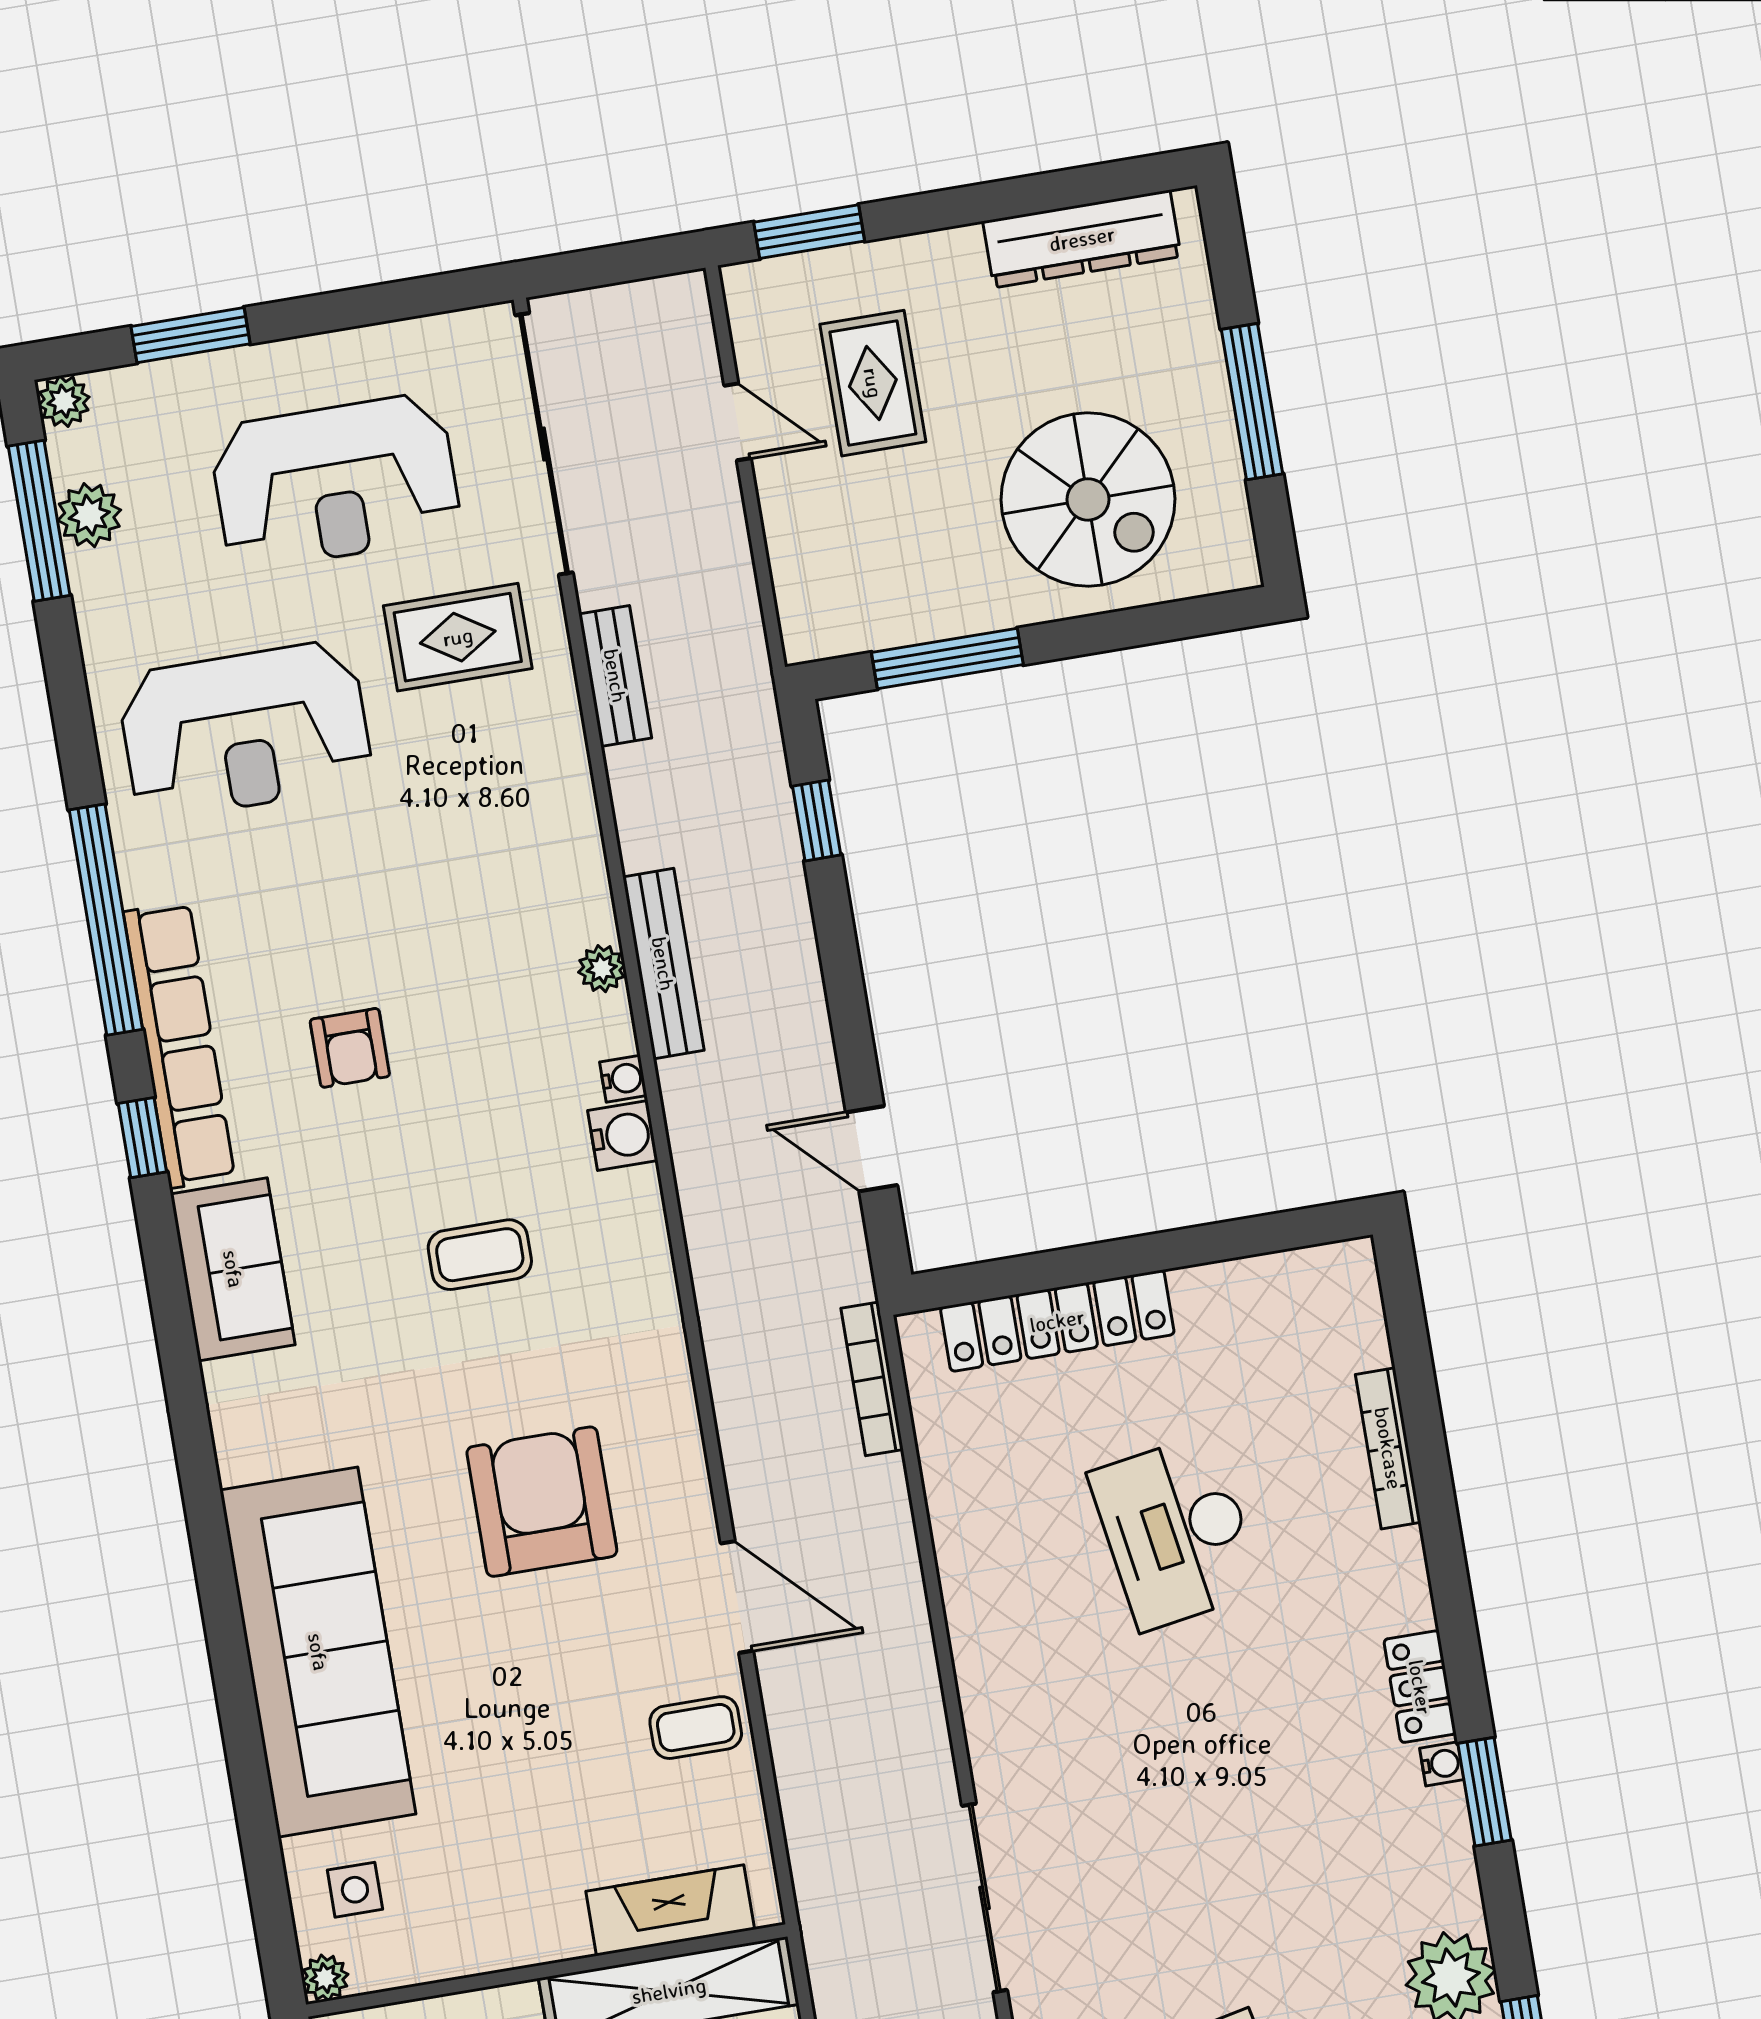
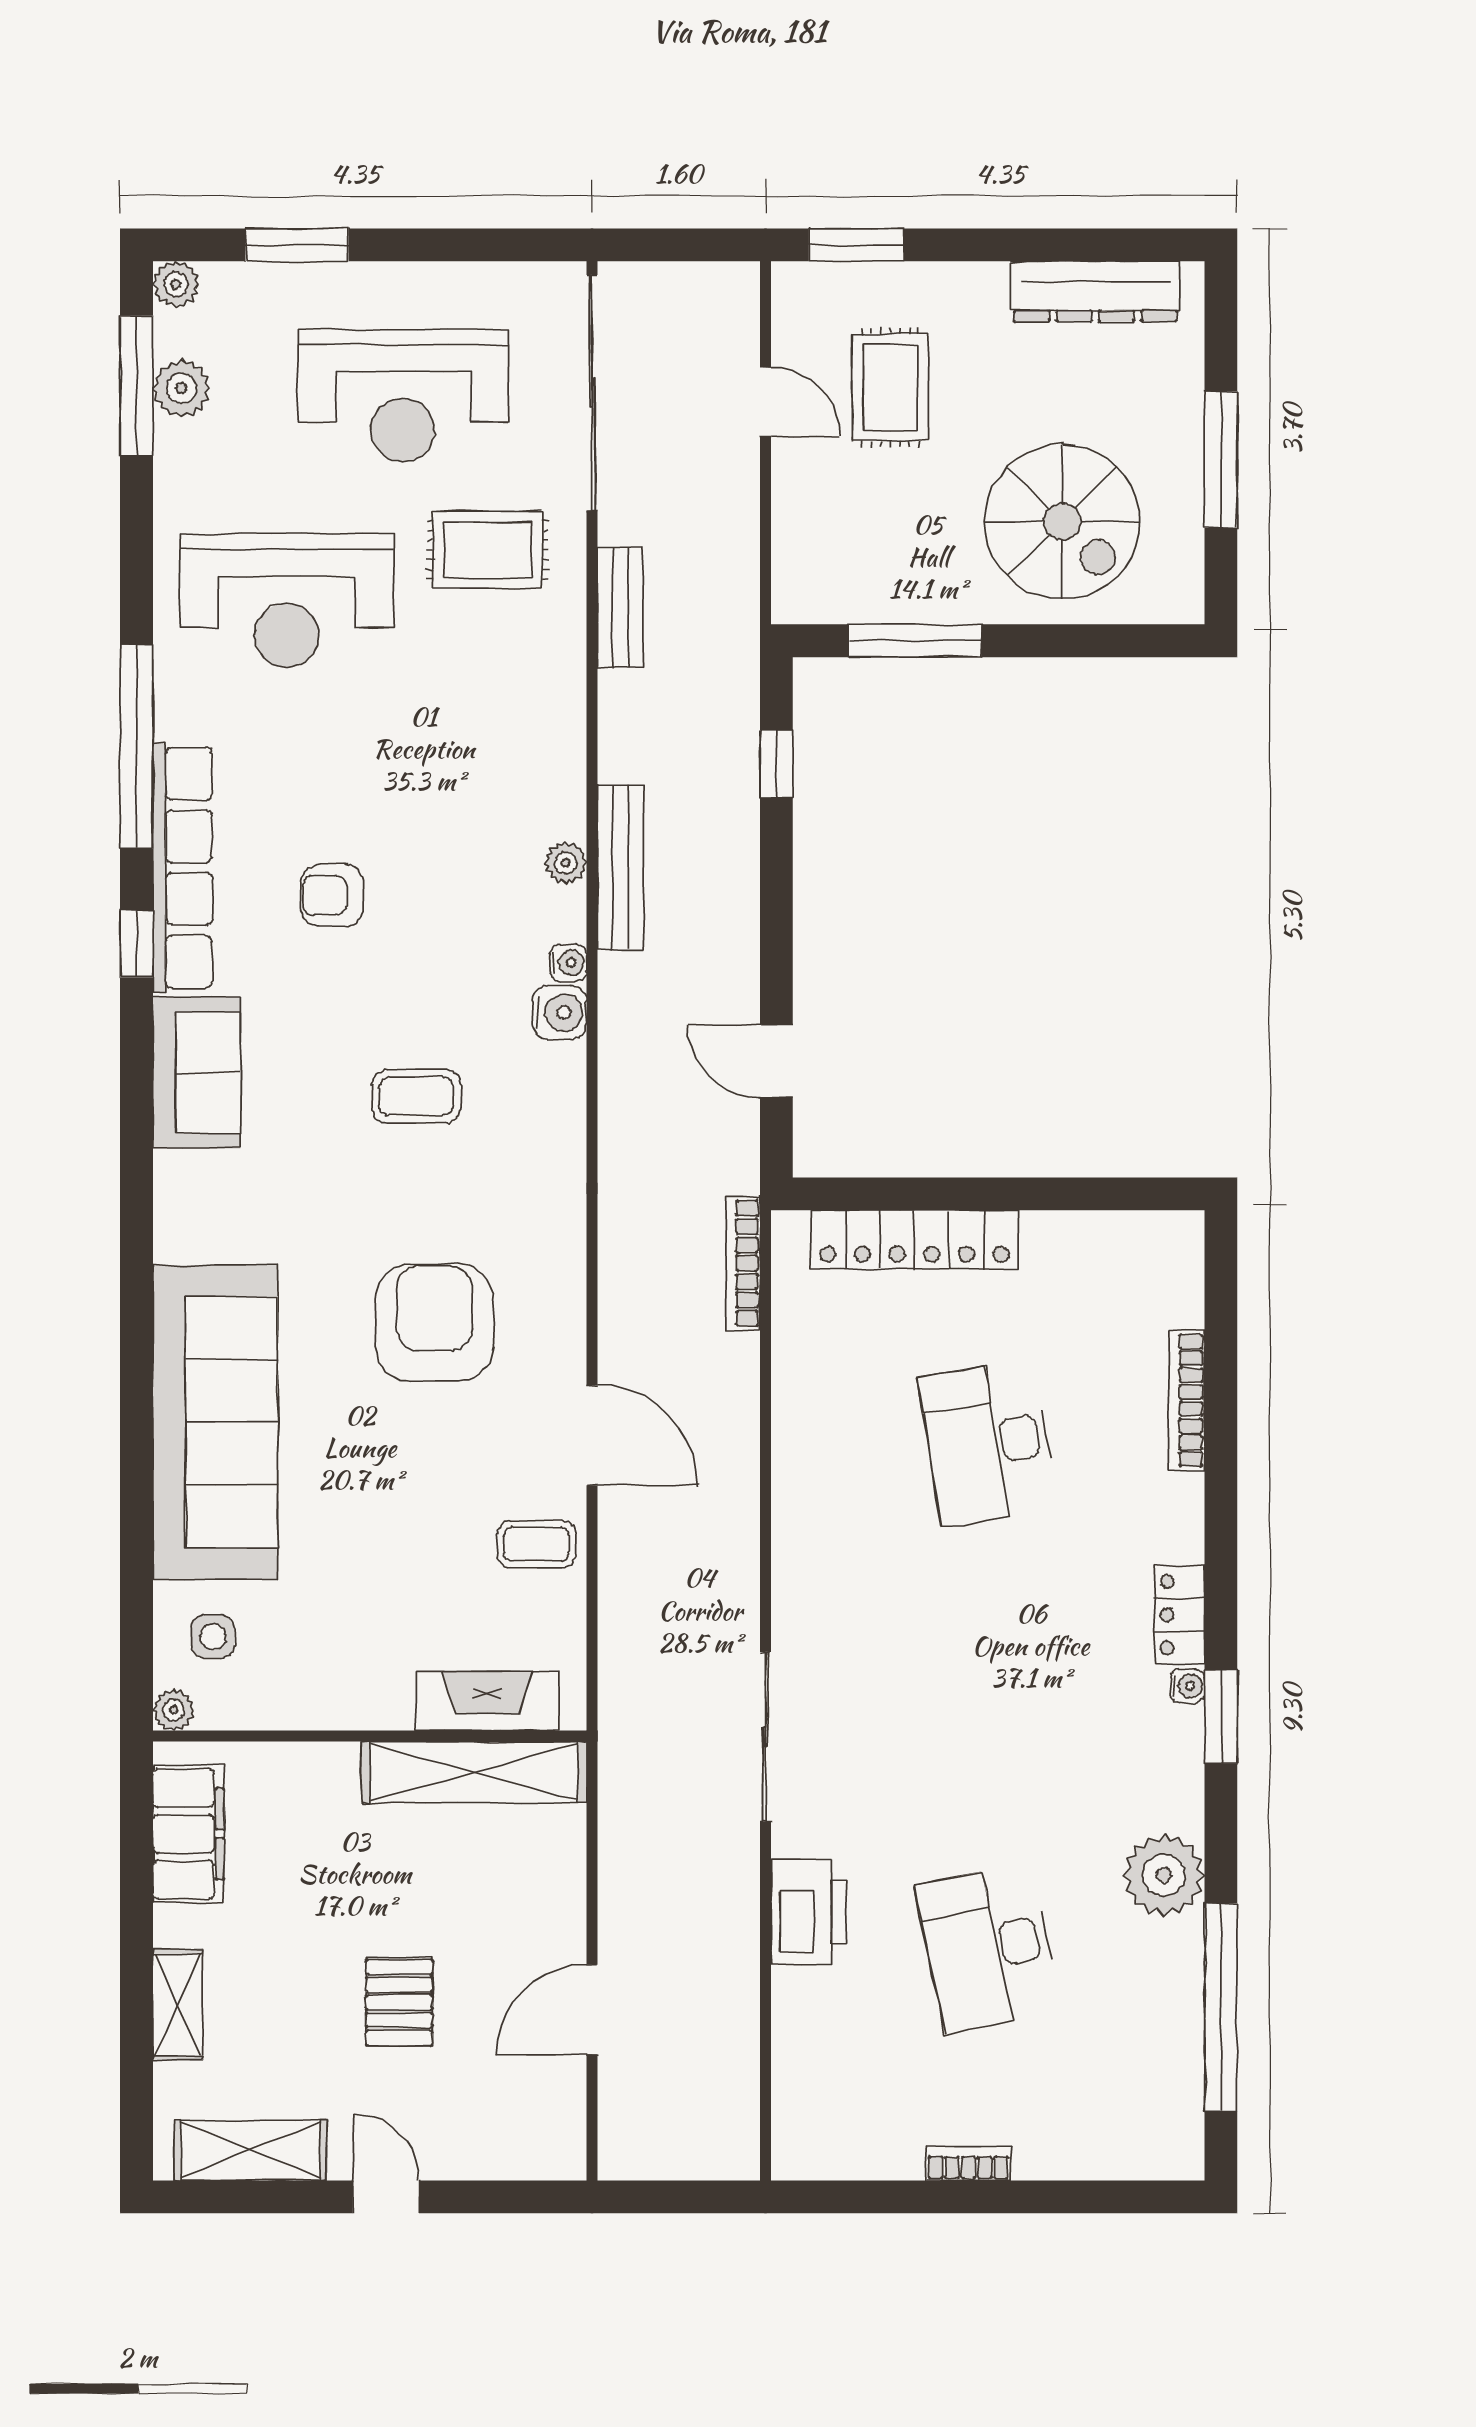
armchair: (350, 1048) -> (332, 895), turned 90

